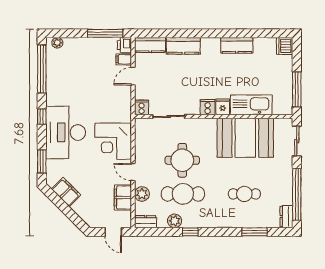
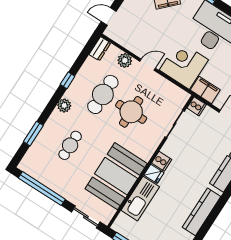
kitchen counter: (237, 45) -> (201, 212), width x1.50
filing cabinet: (123, 198) -> (205, 90), moved
dresser: (286, 217) -> (29, 168), removed
plant: (175, 221) -> (64, 106), moved

